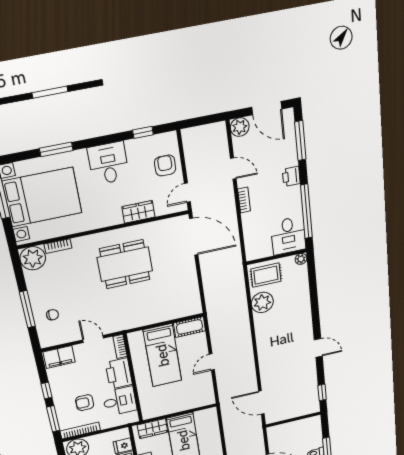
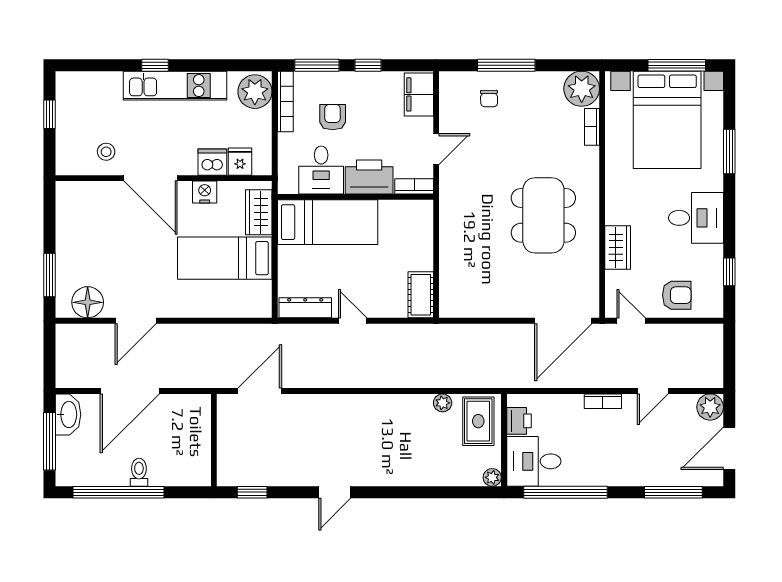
printer: (291, 176) -> (519, 421), moved, turned 90
plant: (262, 302) -> (443, 403), width x0.53, depth x0.53
bed: (163, 355) -> (328, 222), moved, turned 180
dresser: (207, 390) -> (305, 308), added

